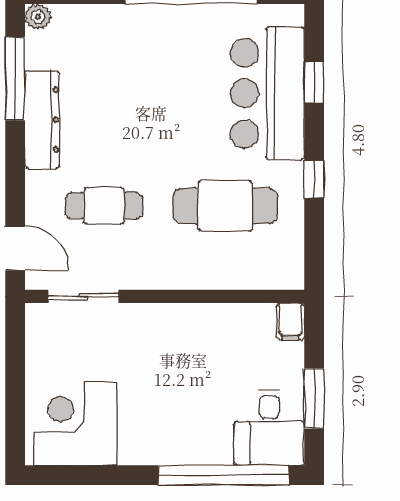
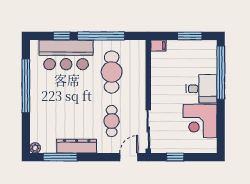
window: (314, 179) -> (101, 36), width x3.17
sliding door: (83, 296) -> (148, 129), width x1.37
window: (15, 363) -> (175, 157), added
corner desk: (76, 424) -> (200, 121), moved
desk: (269, 428) -> (201, 89), moved

